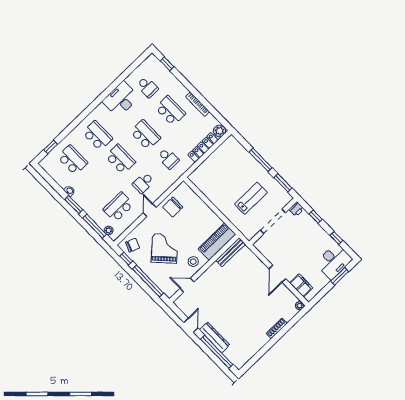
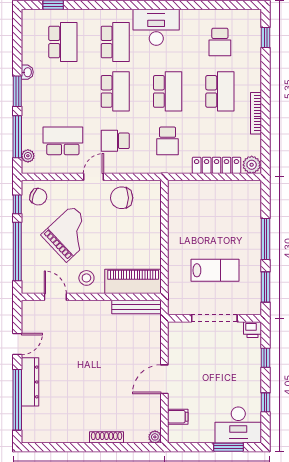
desk: (121, 99) -> (156, 27), moved
filing cabinet: (301, 285) -> (178, 417), width x0.50

